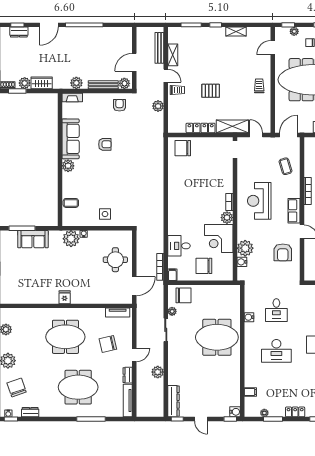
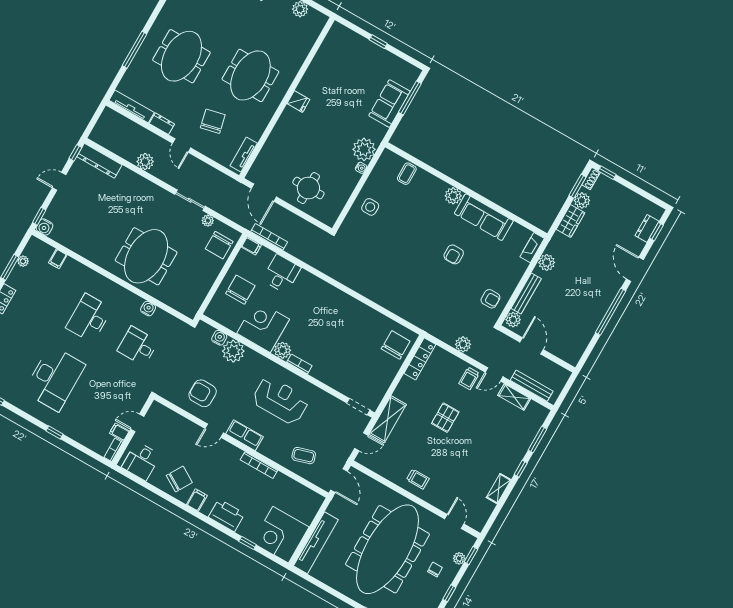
locker: (201, 128) -> (420, 359), moved

